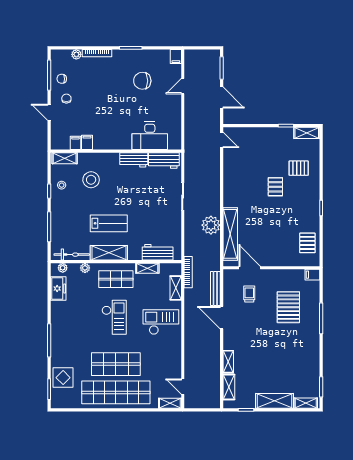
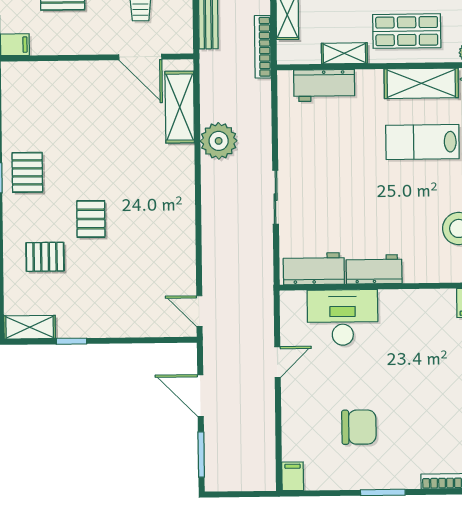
door: (183, 86) -> (278, 362), moved
shelving: (230, 234) -> (180, 107), width x0.68
pallet: (307, 243) -> (27, 172), moved

